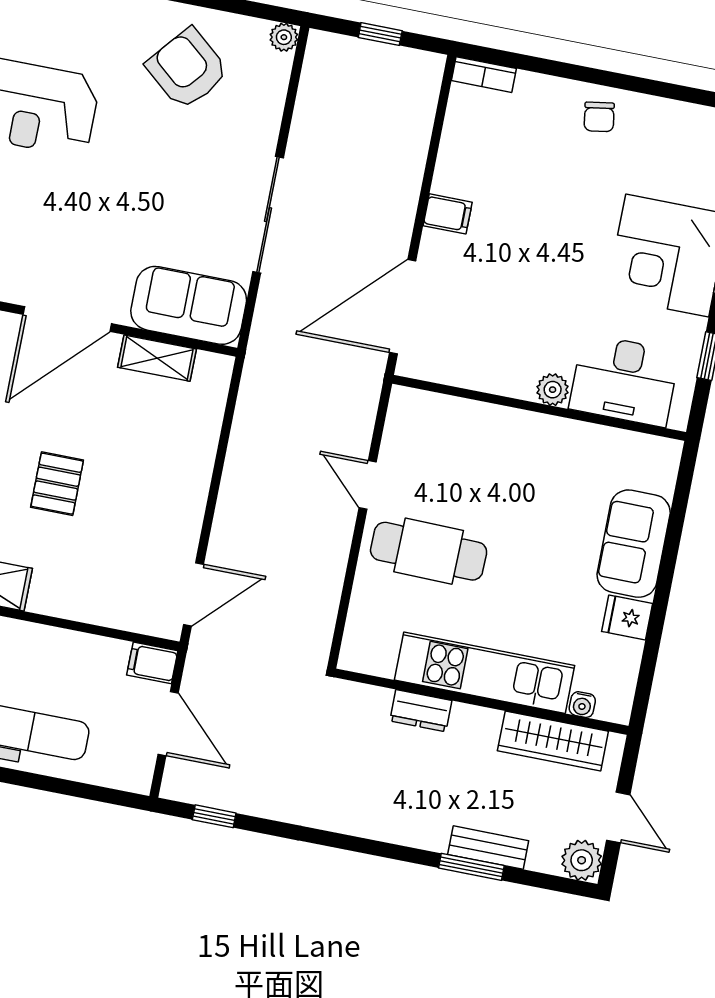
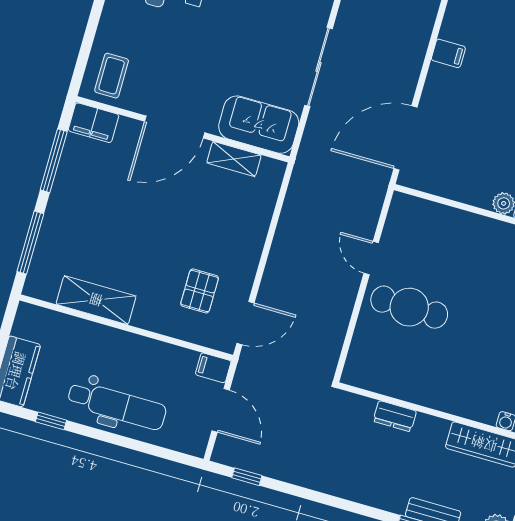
filing cabinet: (448, 214) -> (448, 53), moved
pallet: (57, 484) -> (200, 291), moved
kitchen unit: (485, 673) -> (441, 394), removed

